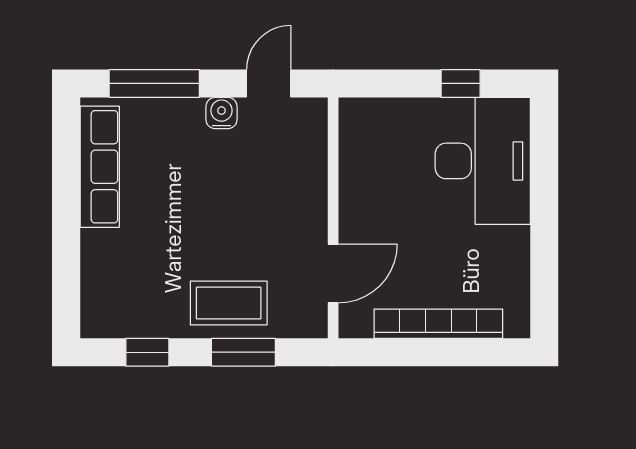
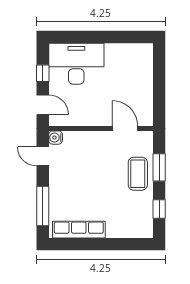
door: (388, 83) -> (43, 105), added
water cooler: (221, 113) -> (56, 138), moved
bookcase: (438, 324) -> (147, 83), removed

